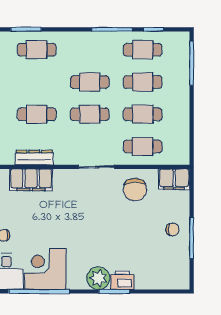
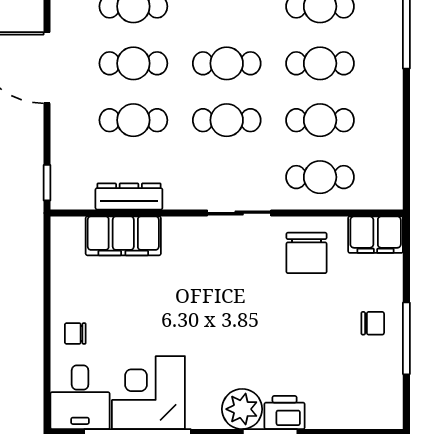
cafe table: (37, 82) -> (133, 63), added

